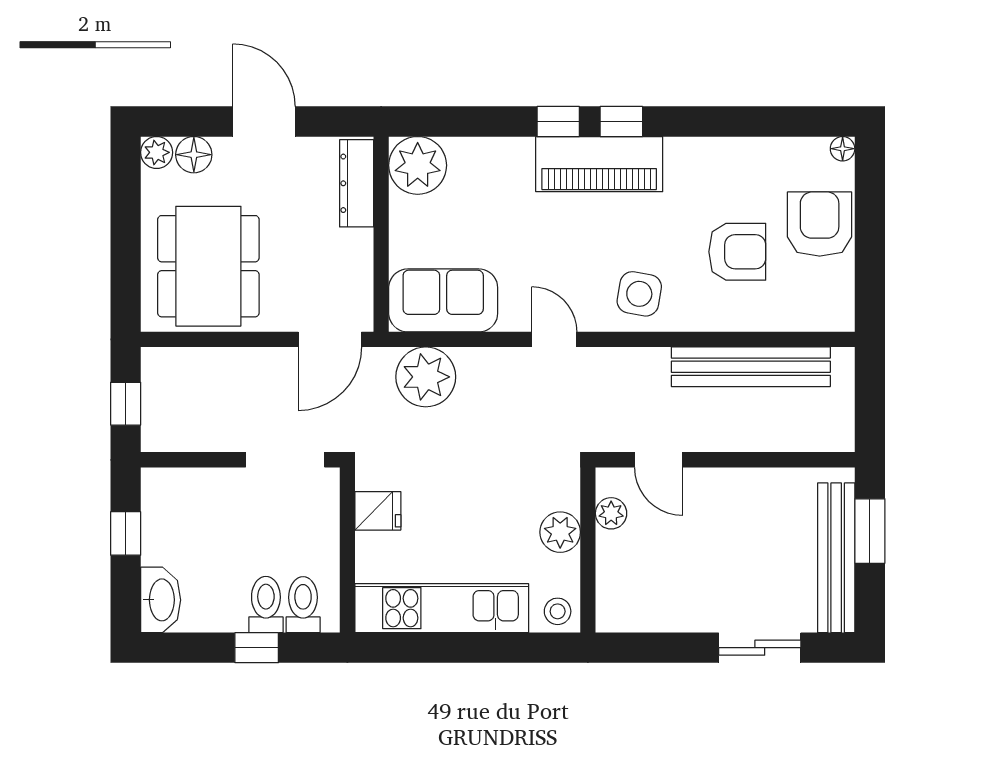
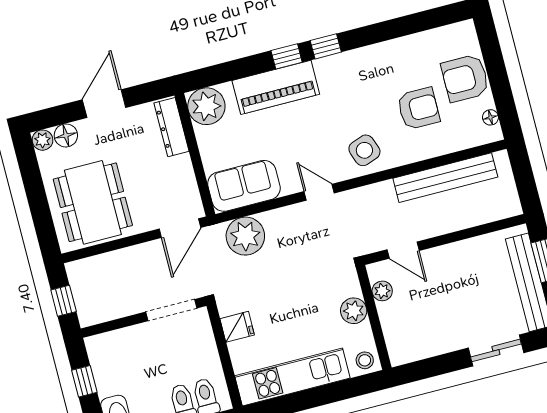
door: (264, 121) -> (104, 104), hinge flipped
floor lamp: (843, 149) -> (490, 117), moved
piano: (599, 164) -> (276, 87), moved
armchair: (820, 224) -> (465, 78), turned -90
side table: (639, 294) -> (364, 150), turned -30

